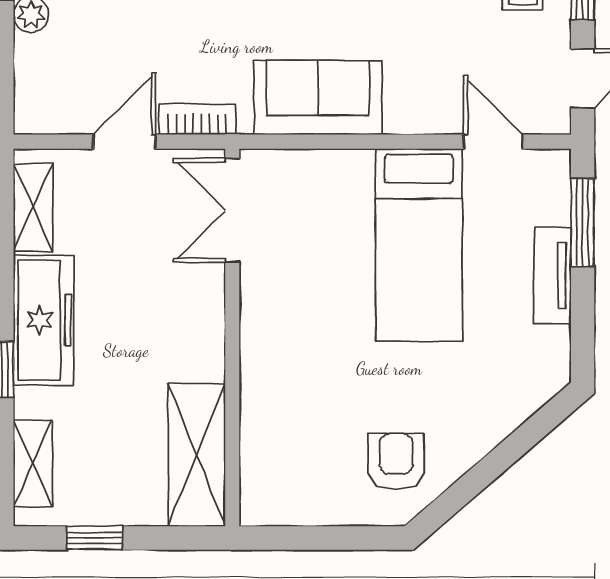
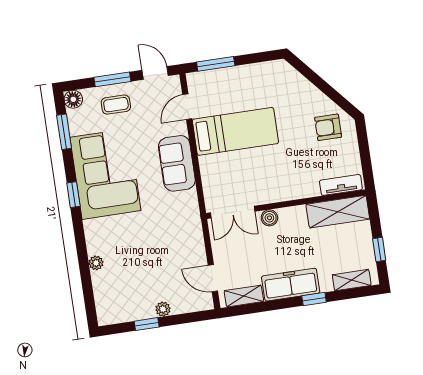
sofa: (318, 98) -> (177, 163), moved
bookcase: (197, 119) -> (196, 233), removed
door: (124, 142) -> (213, 278), moved
tv unit: (553, 275) -> (341, 185), moved, turned 180
boiler: (206, 294) -> (269, 218), added

